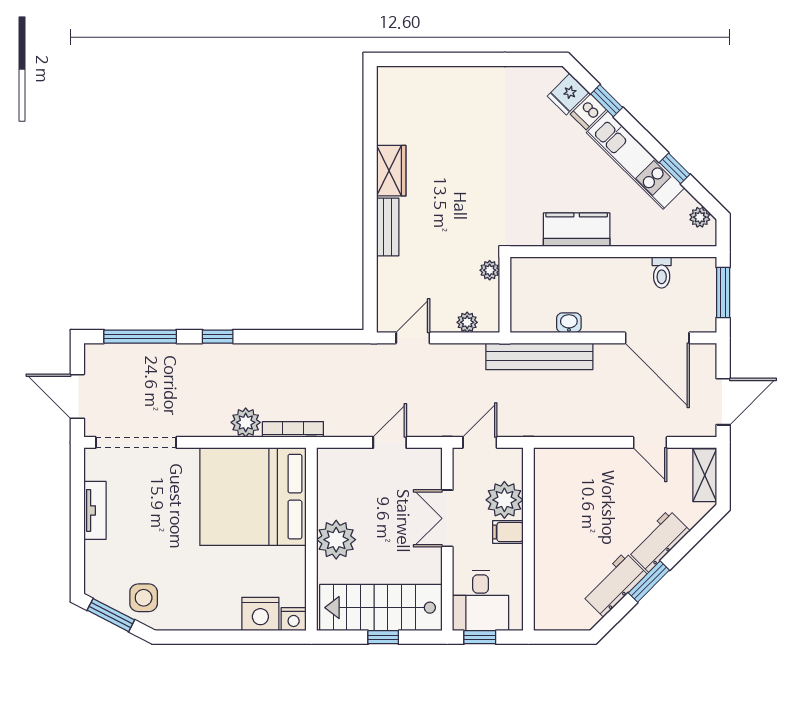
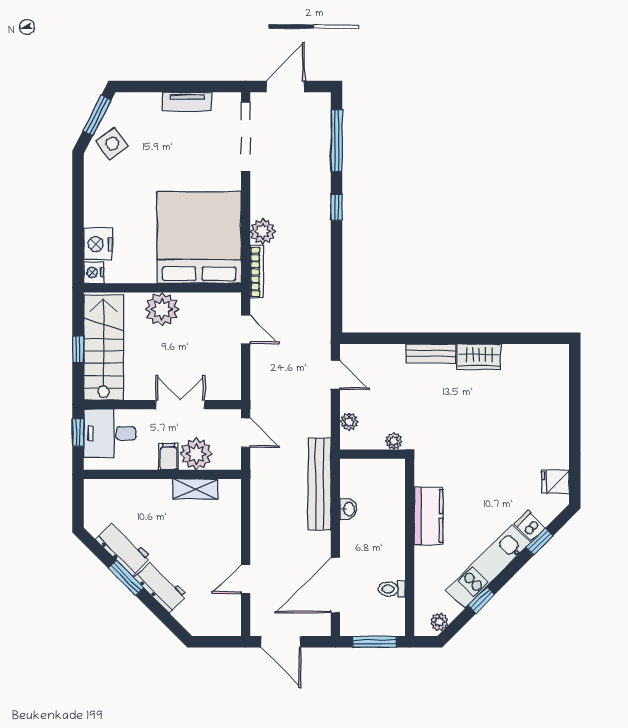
fridge: (568, 94) -> (555, 482), moved, turned -45
door: (390, 442) -> (246, 330), moved
shelving: (705, 475) -> (195, 489), moved
side table: (144, 598) -> (112, 144), turned -37

